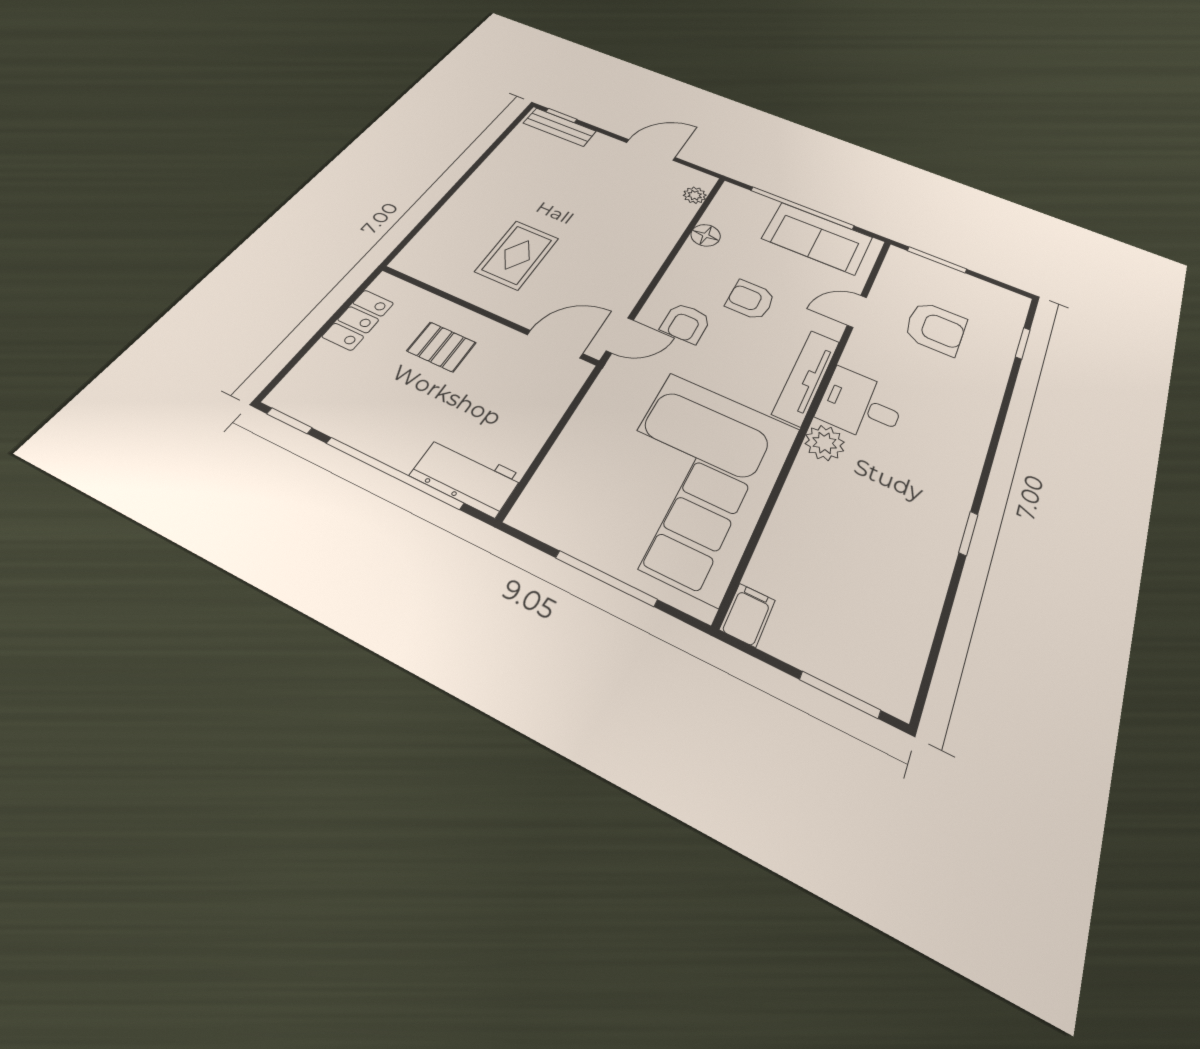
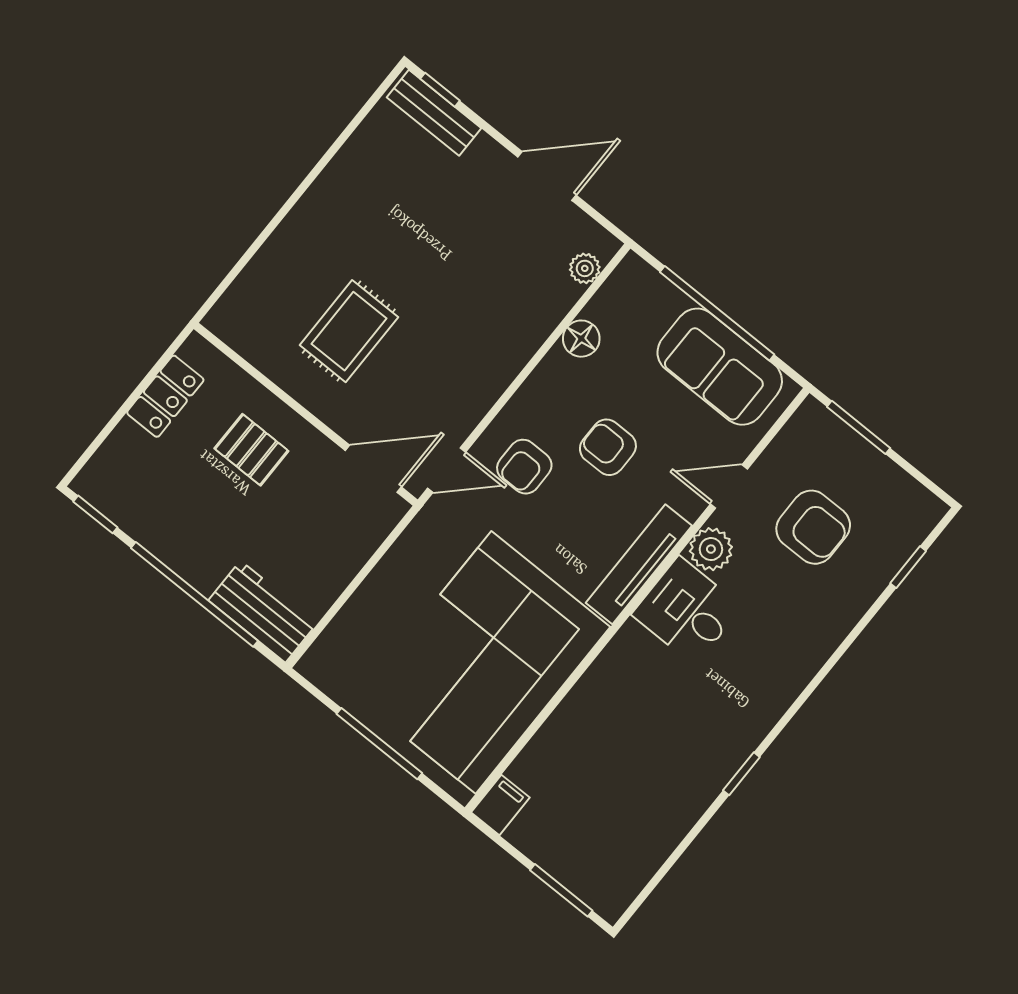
plant: (825, 443) -> (711, 549), moved

